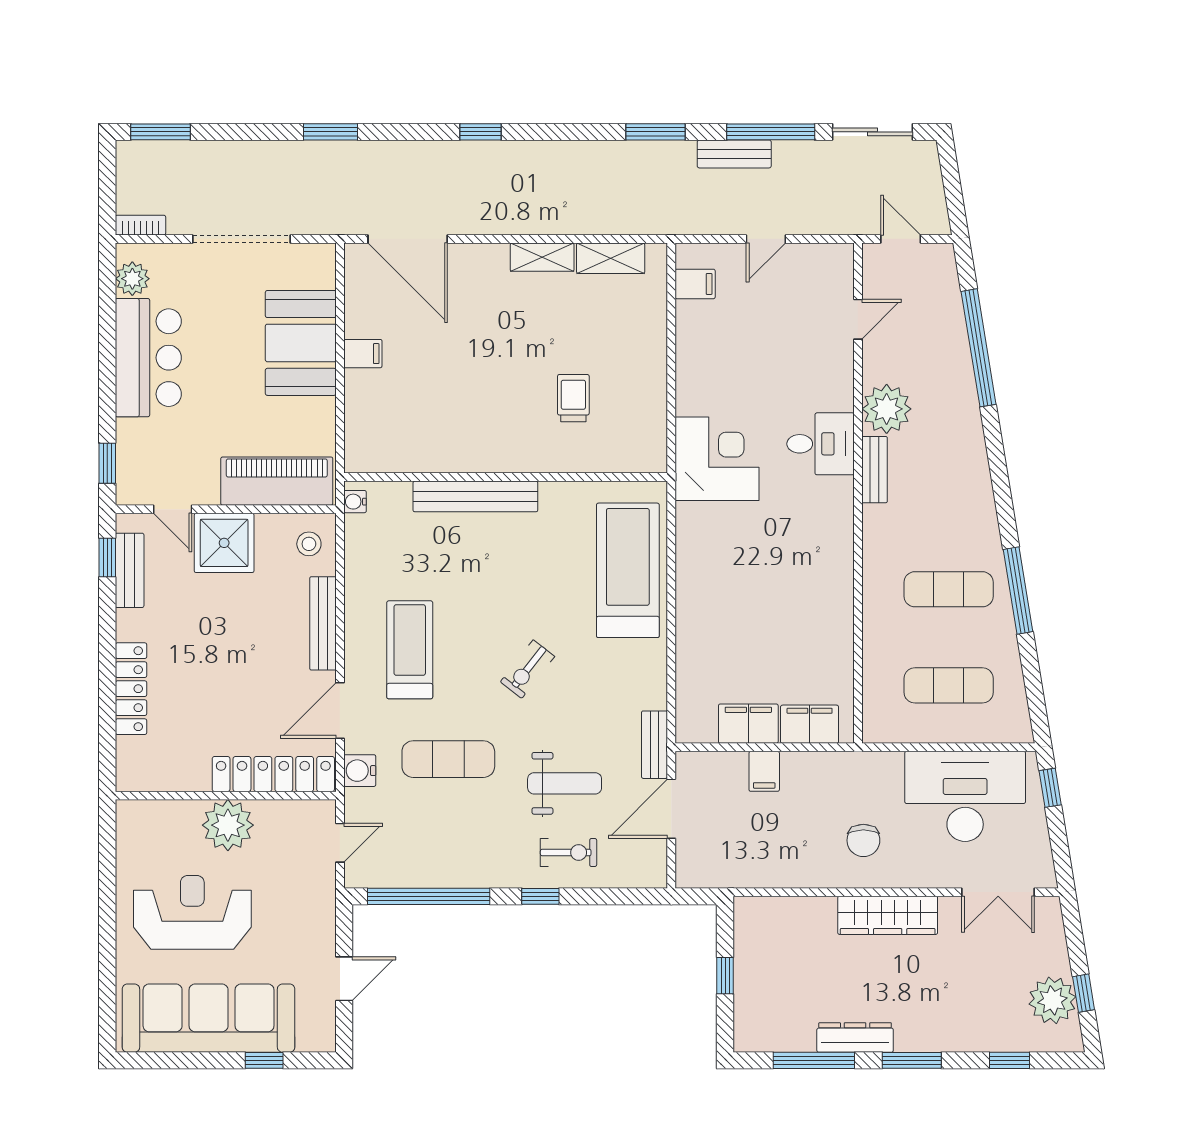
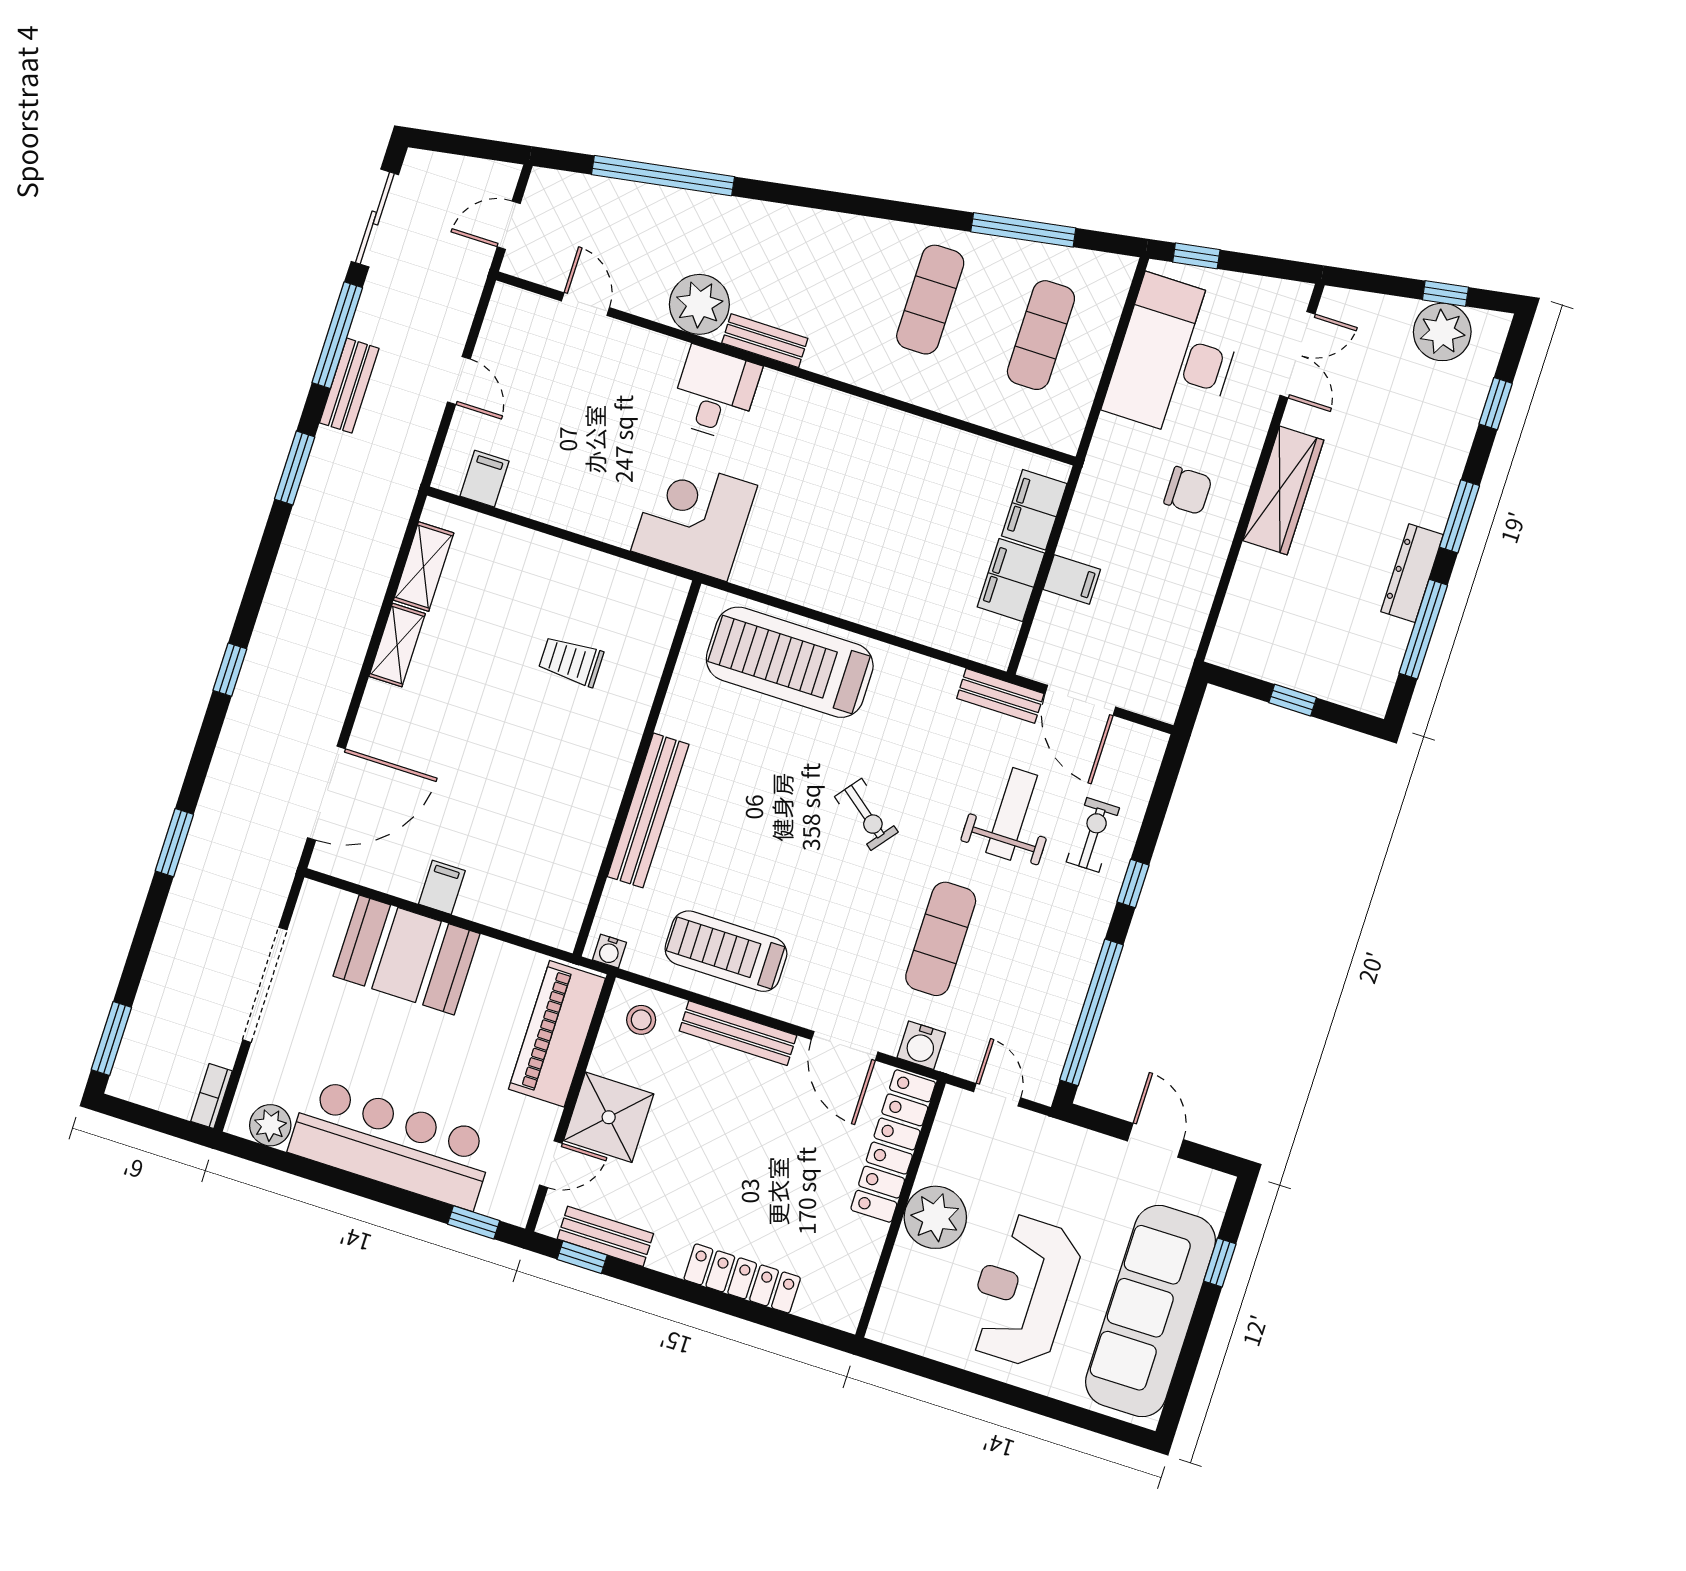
bar counter: (148, 358) -> (392, 1144), width x1.36
window: (1018, 590) -> (1023, 230), moved
treadmill: (410, 650) -> (726, 951), moved

